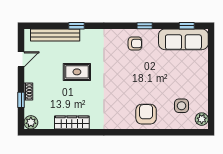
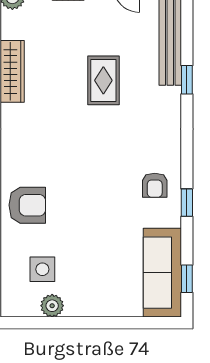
plant: (202, 119) -> (52, 306), moved

